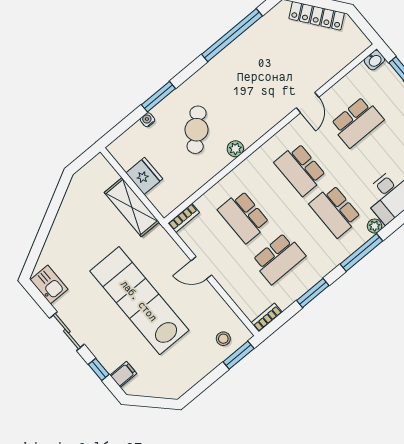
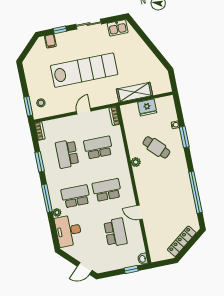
school desk: (357, 122) -> (116, 232), turned 180

